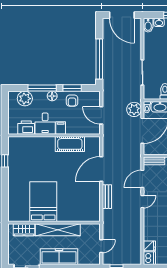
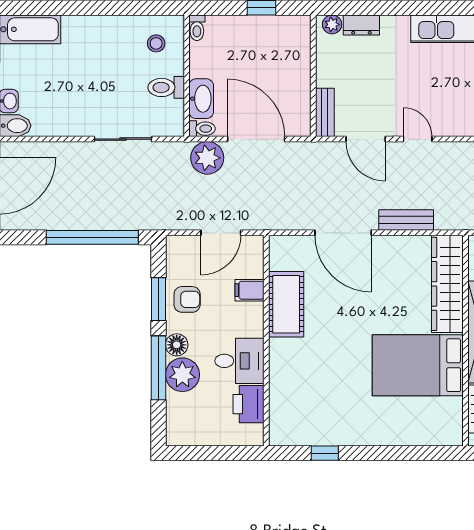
plant: (25, 99) -> (182, 375), moved
filing cabinet: (61, 128) -> (249, 290), moved
wardrobe: (79, 215) -> (447, 284), added

